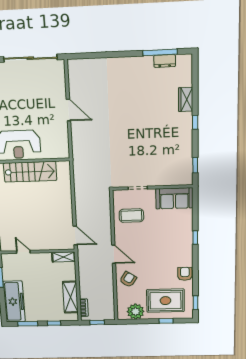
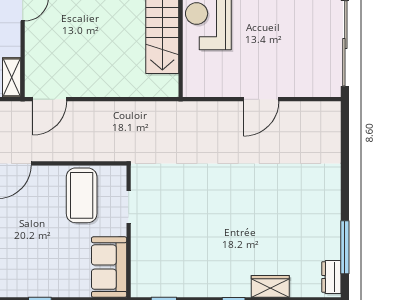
dresser: (165, 61) -> (331, 277), moved
coffee table: (131, 216) -> (82, 195), width x1.36, depth x1.32

